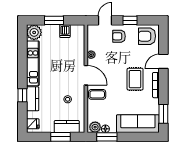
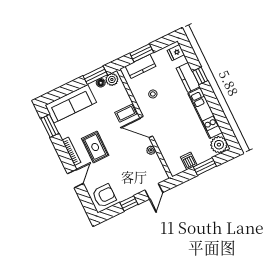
armchair: (119, 36) -> (132, 182), removed

